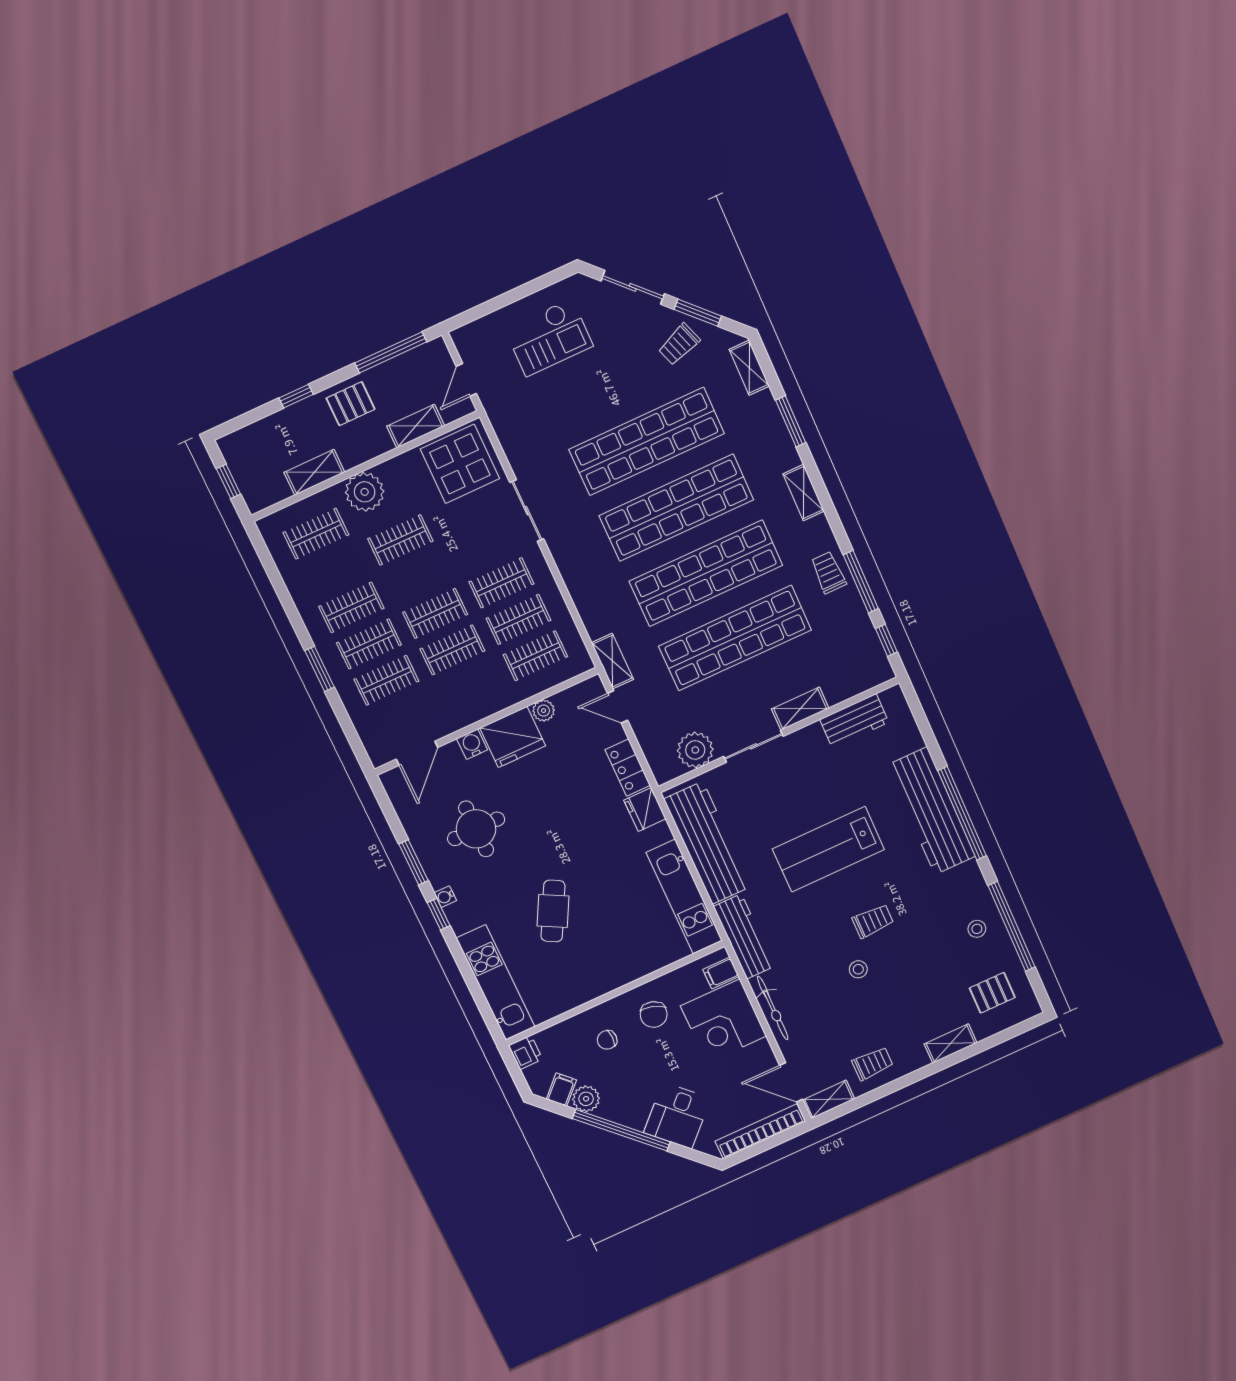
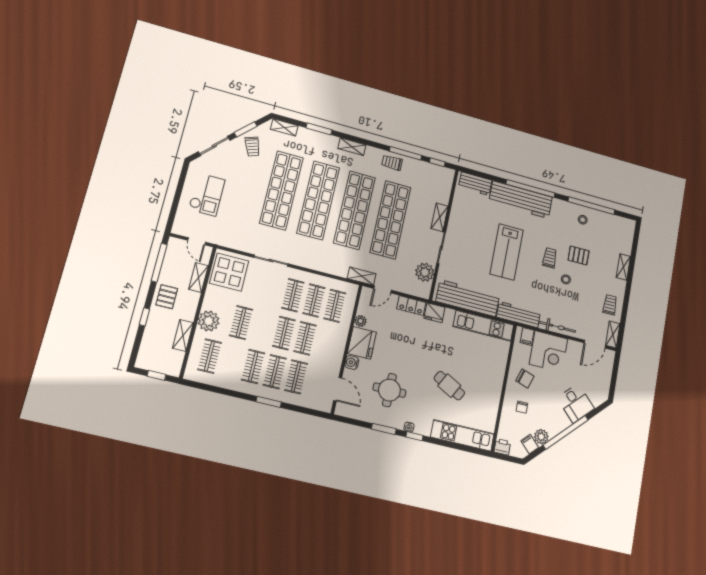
workbench: (854, 721) -> (475, 184), moved, turned 90
pallet: (992, 993) -> (579, 255), moved, turned 90
bookcase: (760, 1131) -> (607, 374), removed

